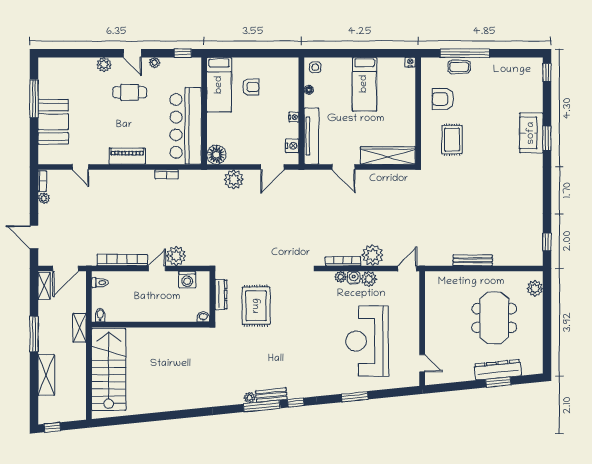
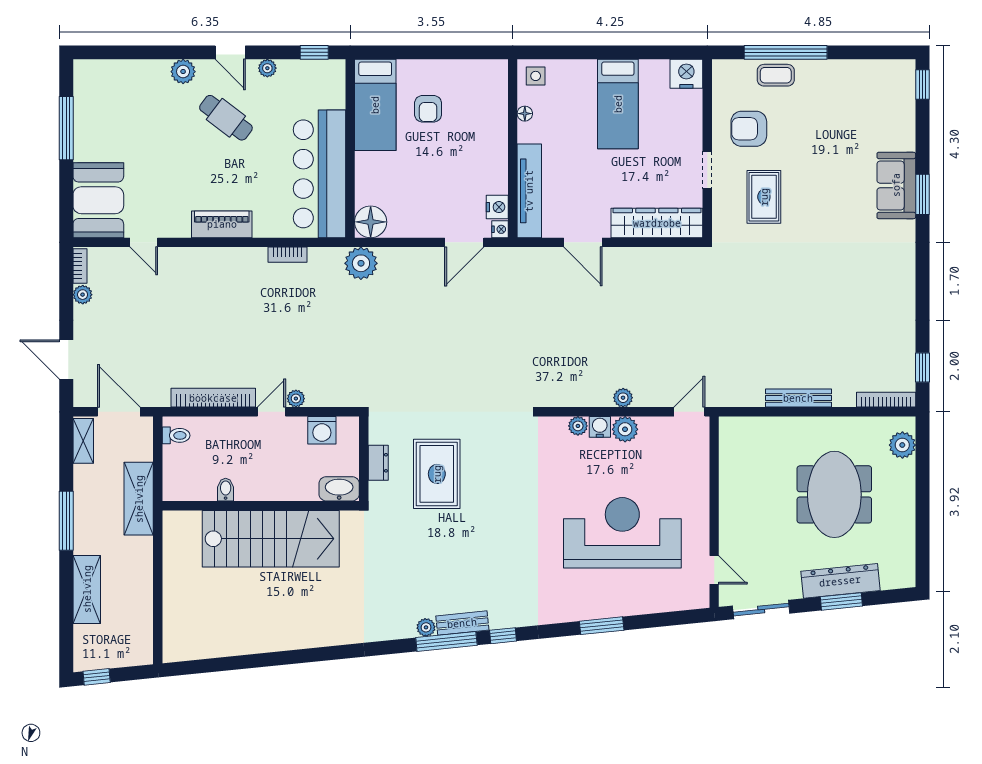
nightstand: (410, 62) -> (686, 74), width x1.89, depth x1.79
armchair: (251, 87) -> (428, 109), turned 90
cafe table: (130, 92) -> (226, 118), turned 37
nightstand: (294, 117) -> (500, 229), moved
booth: (53, 122) -> (98, 200), moved
doorway: (418, 124) -> (707, 170), added
plant: (234, 180) -> (361, 263), moved
plant: (373, 255) -> (623, 398), width x0.53, depth x0.53
plant: (176, 256) -> (296, 399), width x0.53, depth x0.53
bookcase: (343, 261) -> (886, 400), moved
door: (65, 269) -> (119, 412), swing flipped
dresser: (221, 294) -> (378, 463), width x0.70
bidet: (100, 315) -> (226, 490), moved
washbasin: (203, 317) -> (339, 489), width x1.91, depth x1.45
shelving: (80, 328) -> (139, 499), width x1.50, depth x1.33
reception desk: (367, 341) -> (622, 533), turned 90
stairs: (109, 369) -> (271, 539), moved, turned 90
sliding door: (450, 387) -> (761, 610), added

